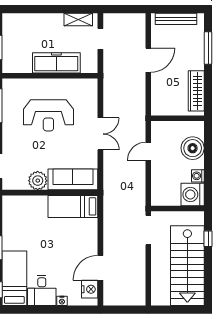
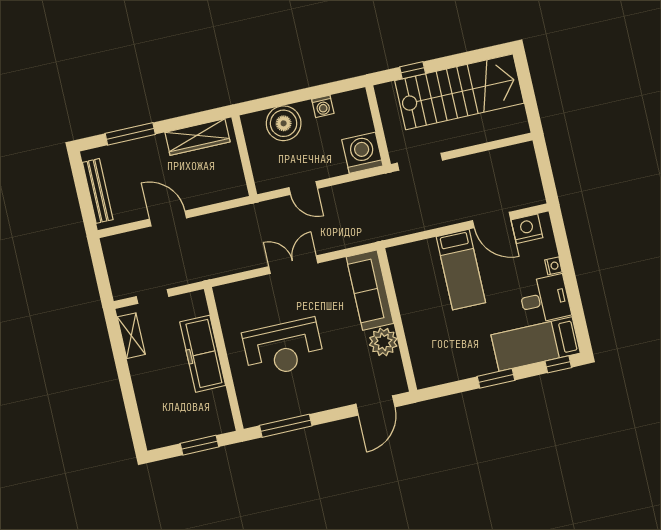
reception desk: (48, 115) -> (283, 348), turned 90
washing machine: (193, 195) -> (362, 153), moved, turned 180
bed: (73, 206) -> (461, 270), moved

